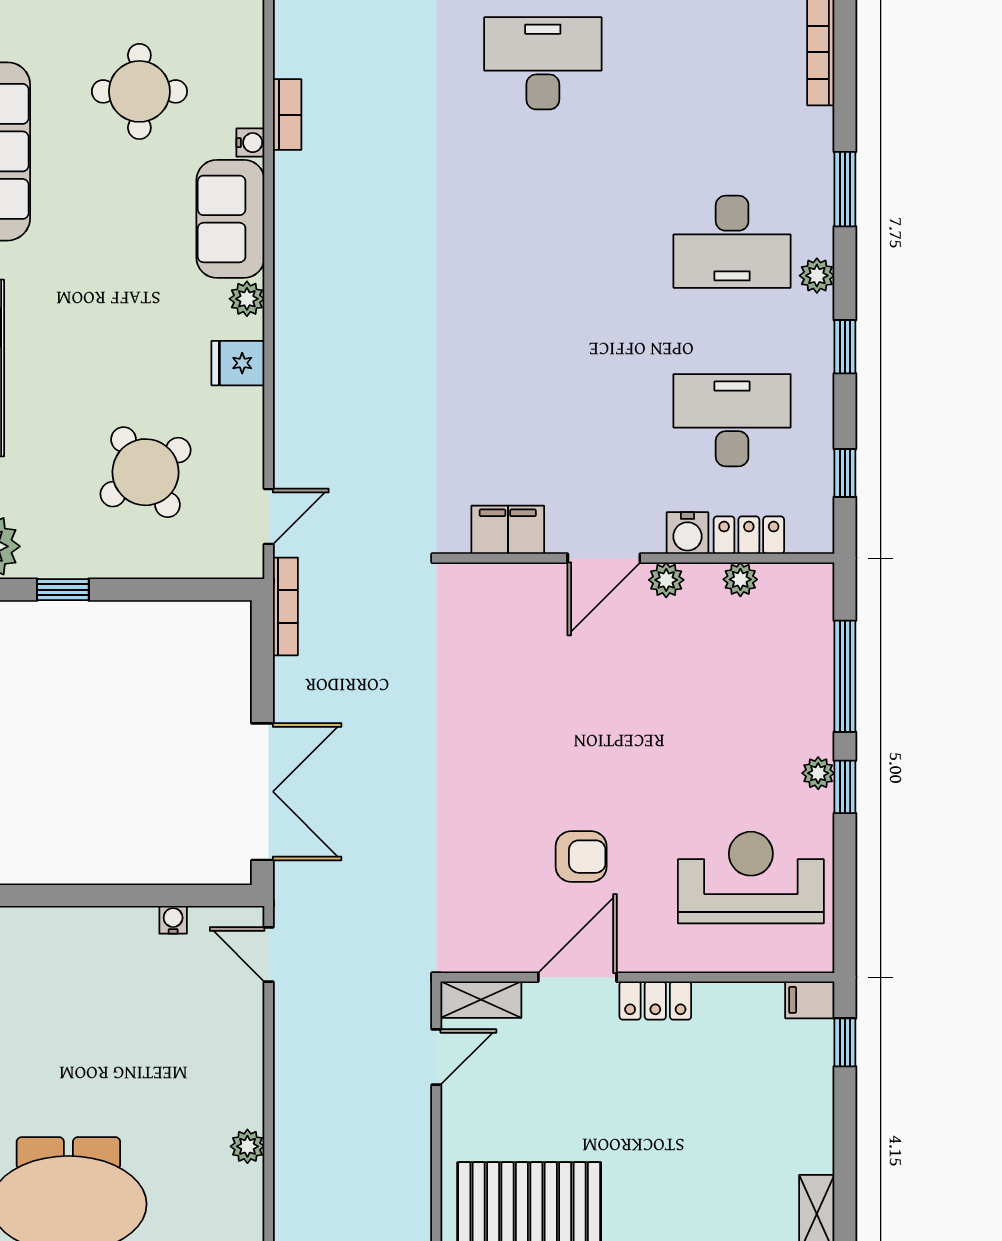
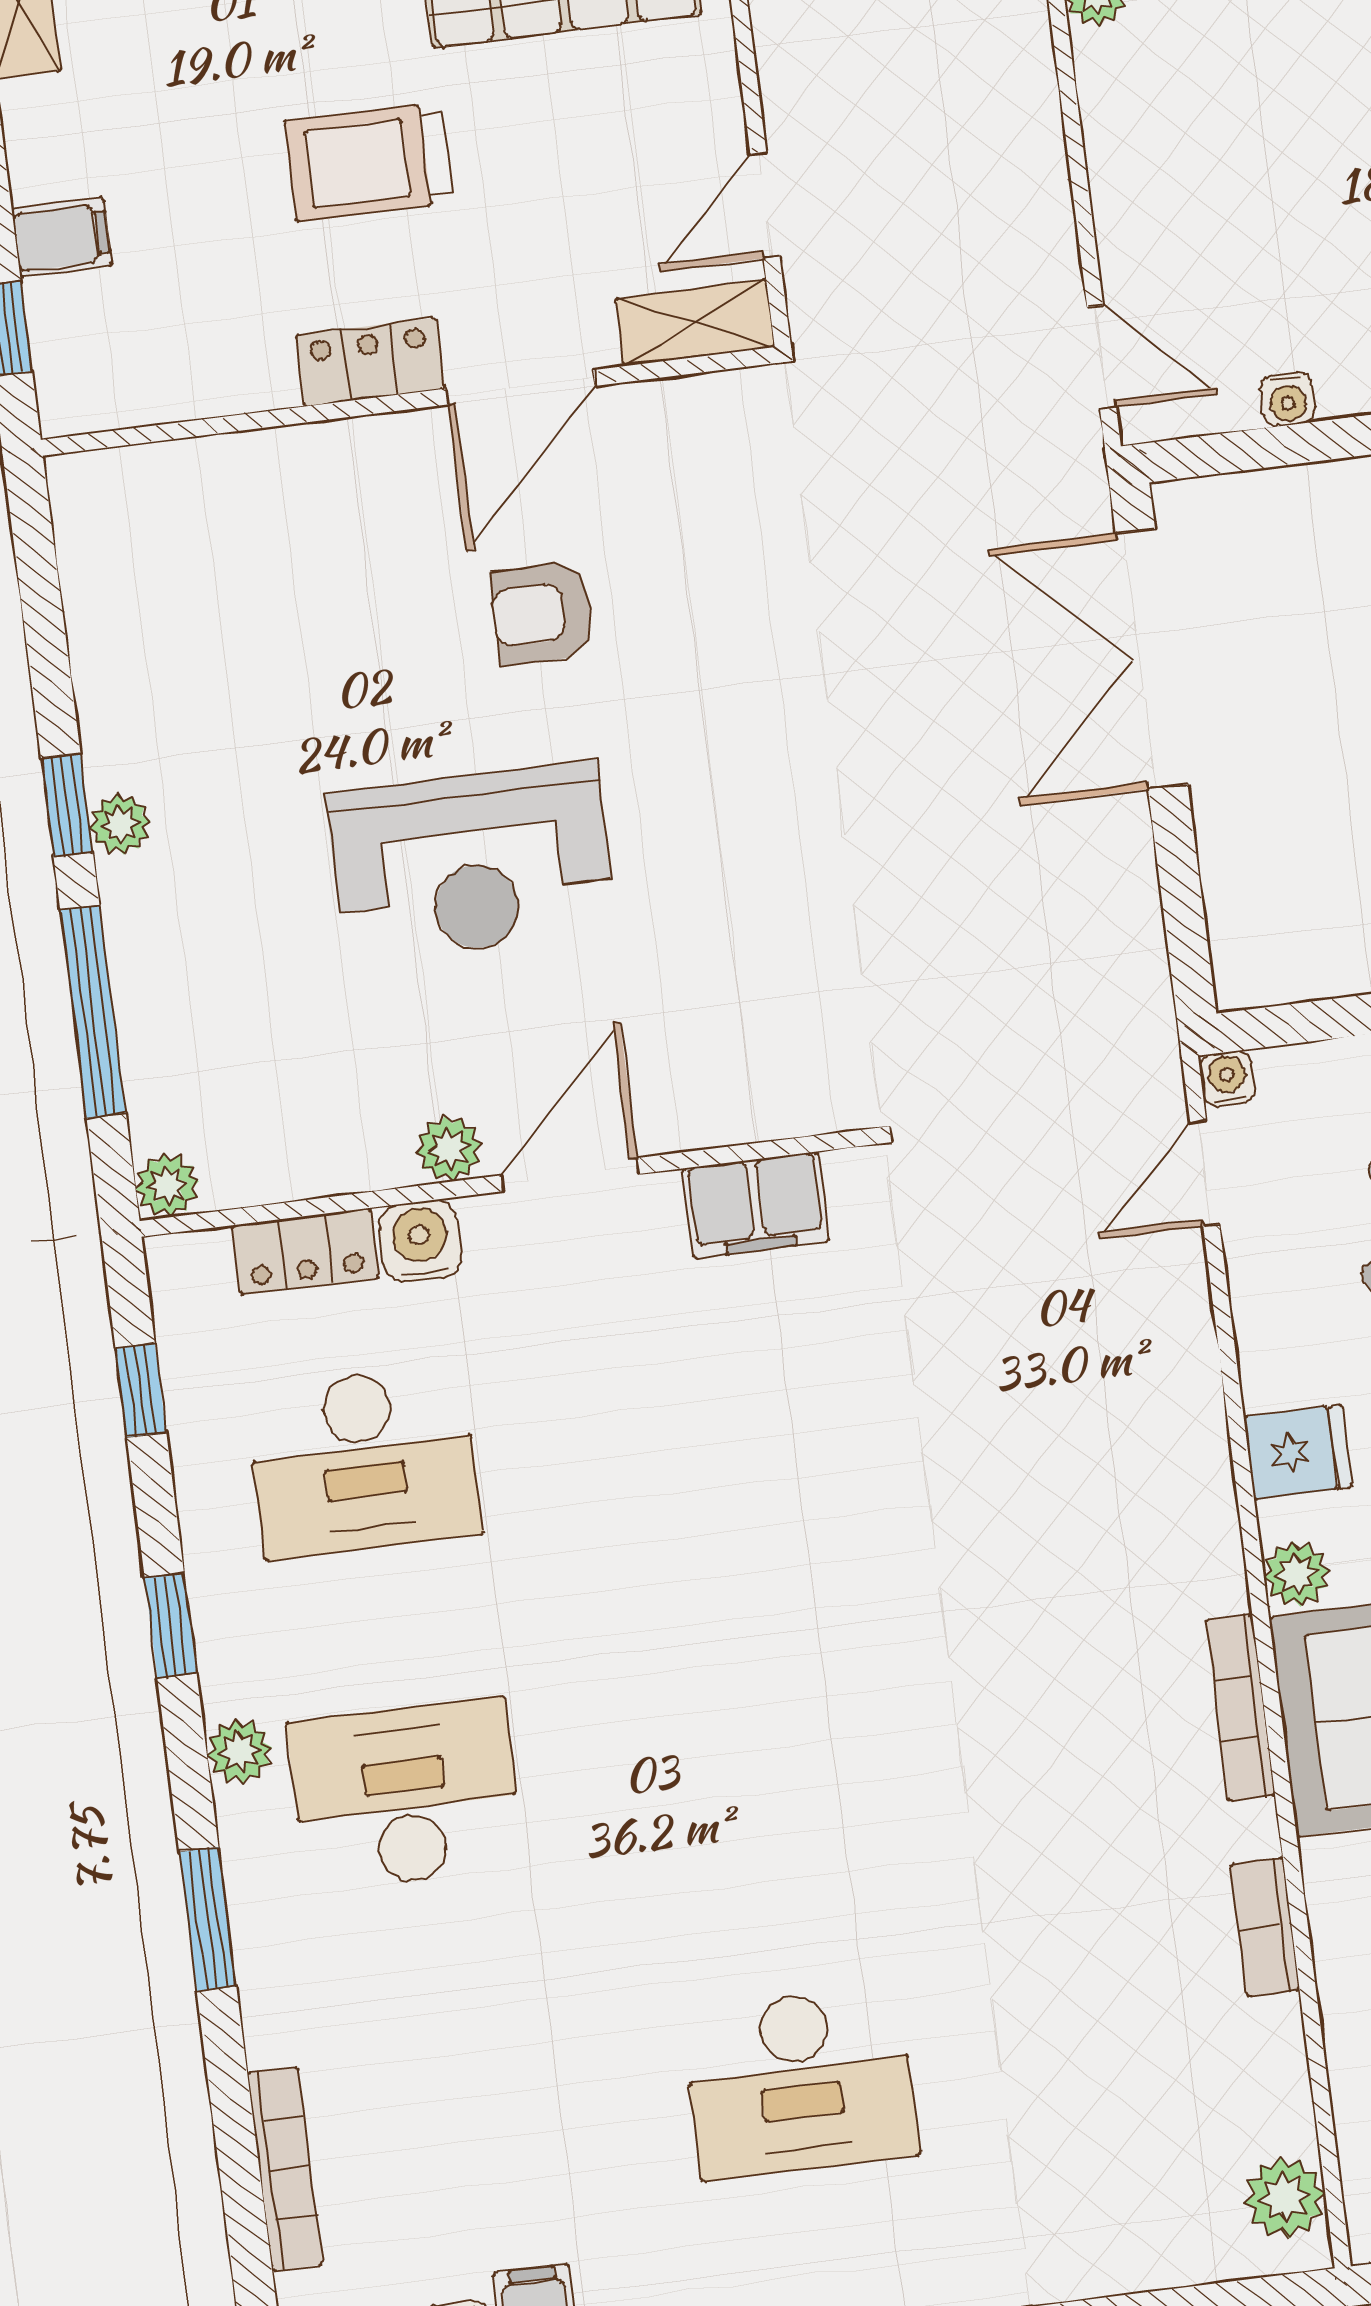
water cooler: (250, 143) -> (1227, 1079), moved, turned 90
plant: (740, 579) -> (167, 1185), moved
bookcase: (285, 606) -> (1241, 1708), moved
reception desk: (751, 878) -> (471, 862), moved
filing cabinet: (810, 1000) -> (62, 237), moved
trolley: (643, 1106) -> (368, 162), added

